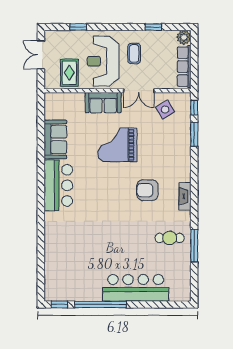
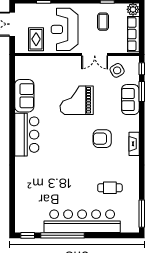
coffee table: (134, 53) -> (103, 22), moved
sofa: (103, 103) -> (130, 100), moved, turned 90
cafe table: (170, 238) -> (110, 188), moved
window: (194, 246) -> (142, 214), moved
bar counter: (136, 288) -> (82, 221), width x1.36

